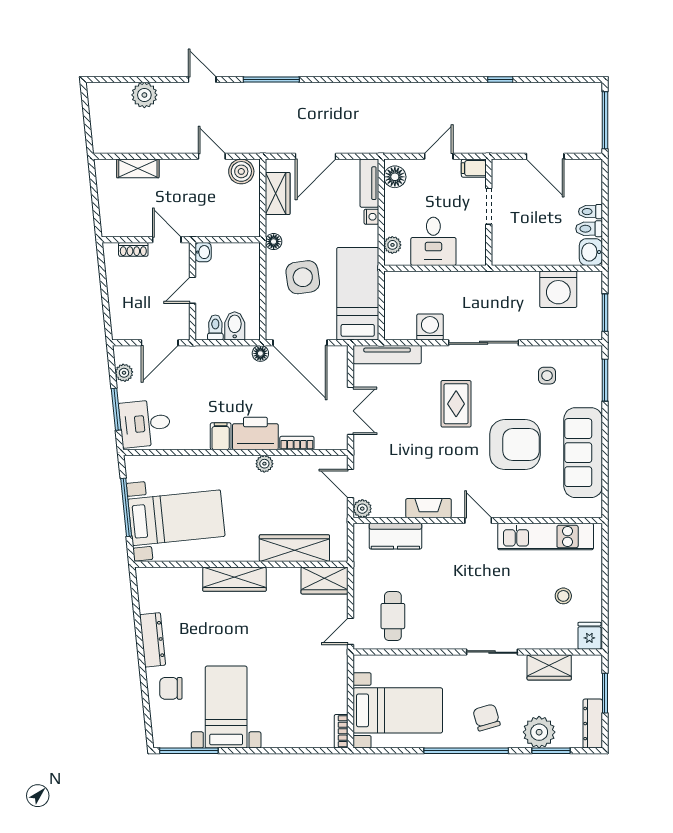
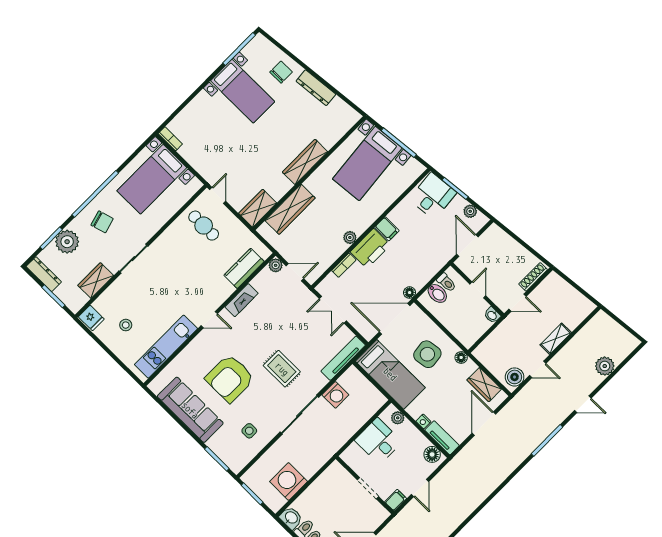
shelving: (138, 168) -> (556, 339), moved
shoe rack: (133, 249) -> (533, 277), width x1.43

